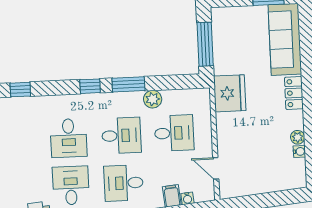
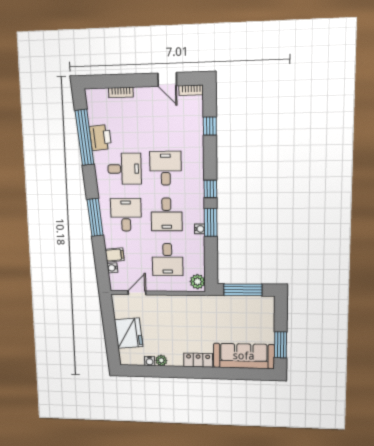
fridge: (230, 93) -> (129, 333), moved, turned -95
water cooler: (136, 97) -> (200, 229), added
plant: (153, 99) -> (198, 282), moved
desk: (69, 138) -> (166, 168), turned 90

